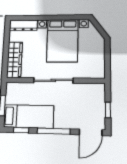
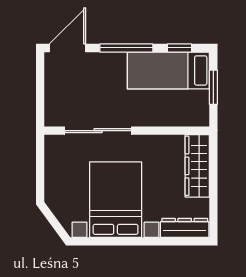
sliding door: (53, 80) -> (98, 131), moved
window: (108, 110) -> (40, 84), removed

